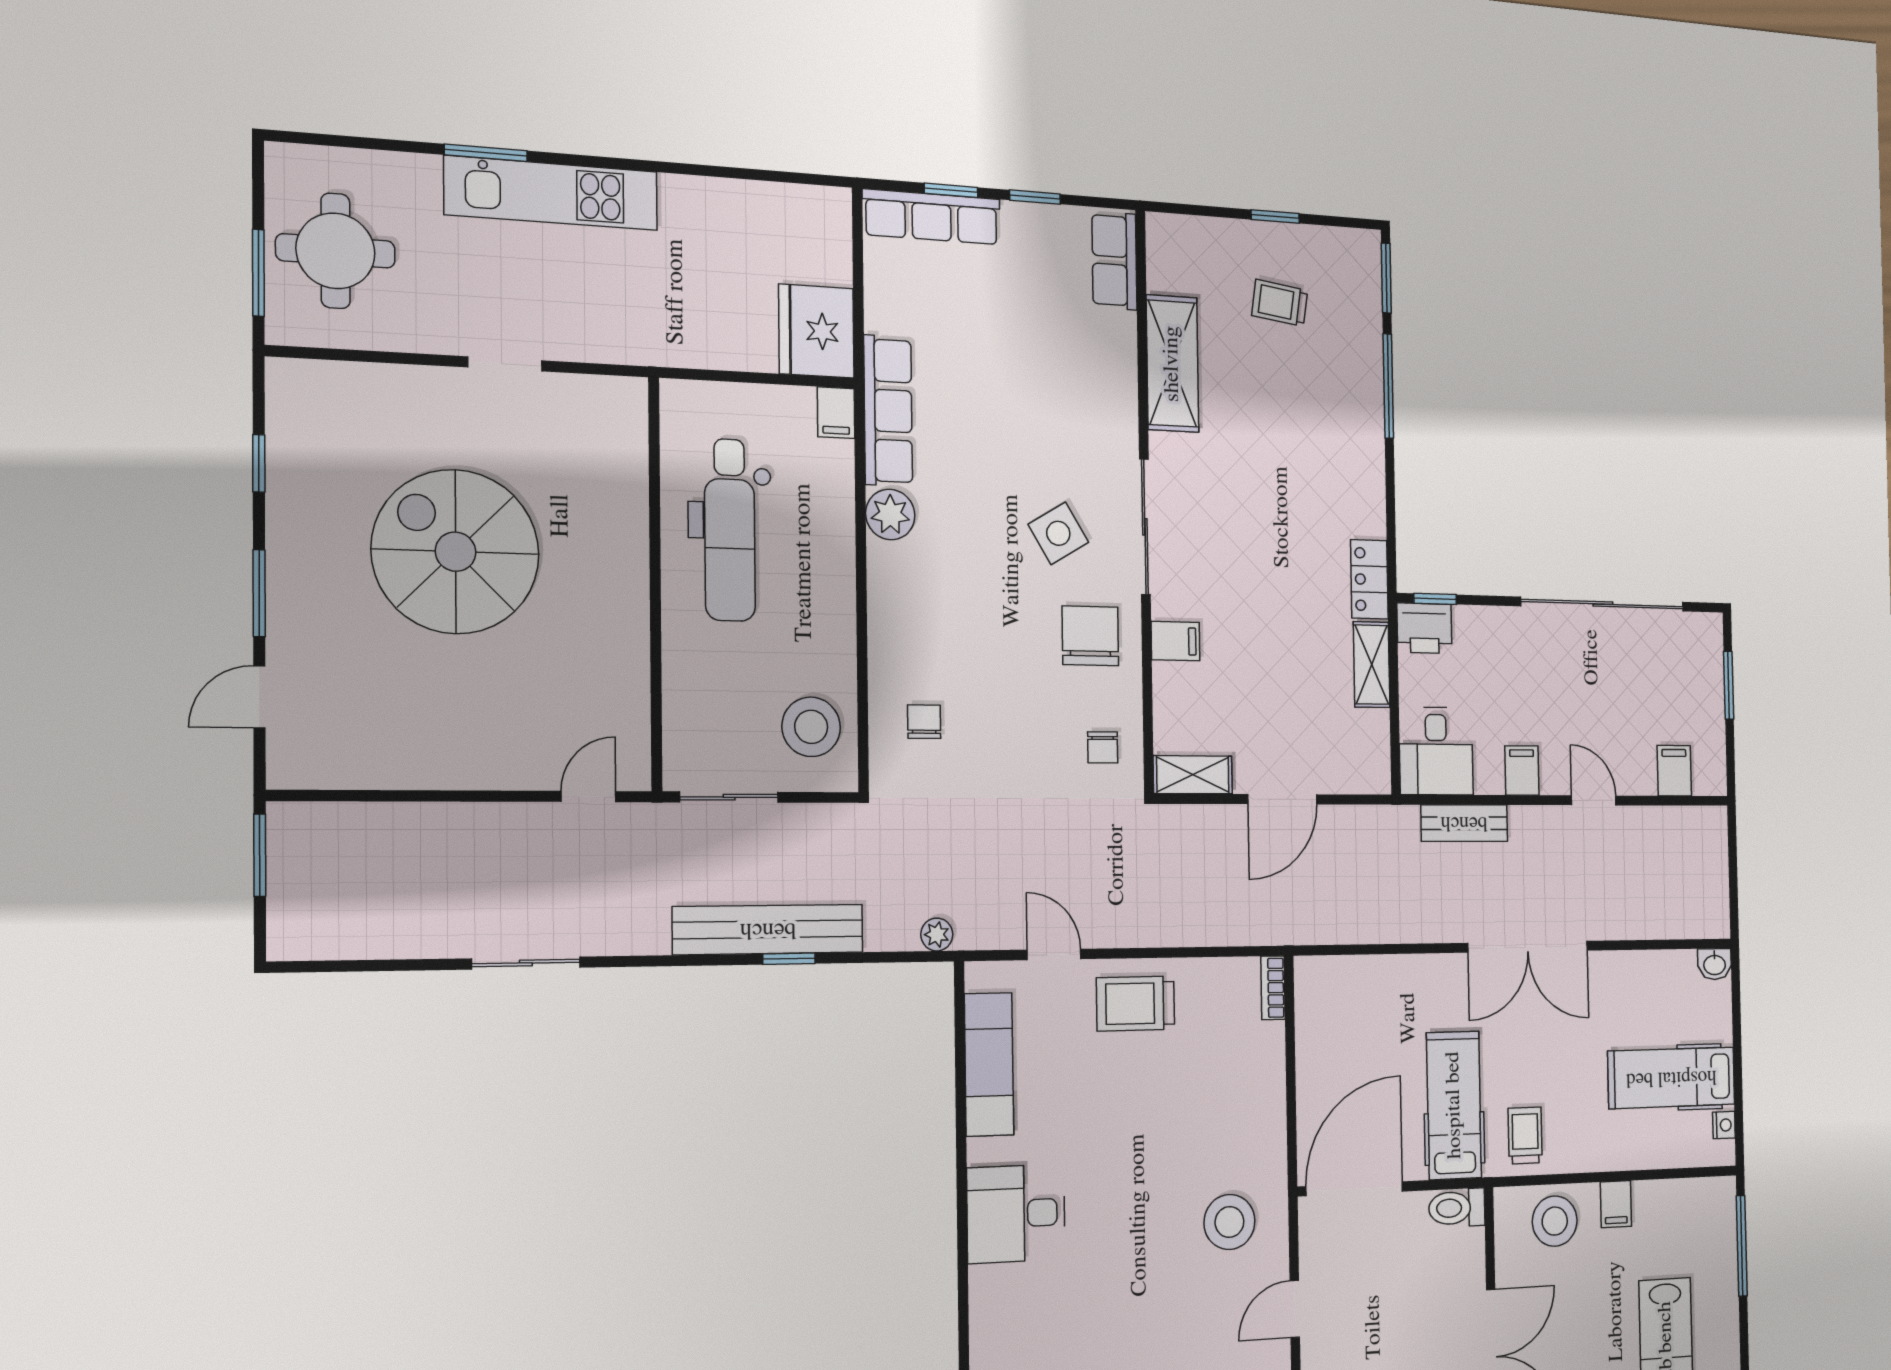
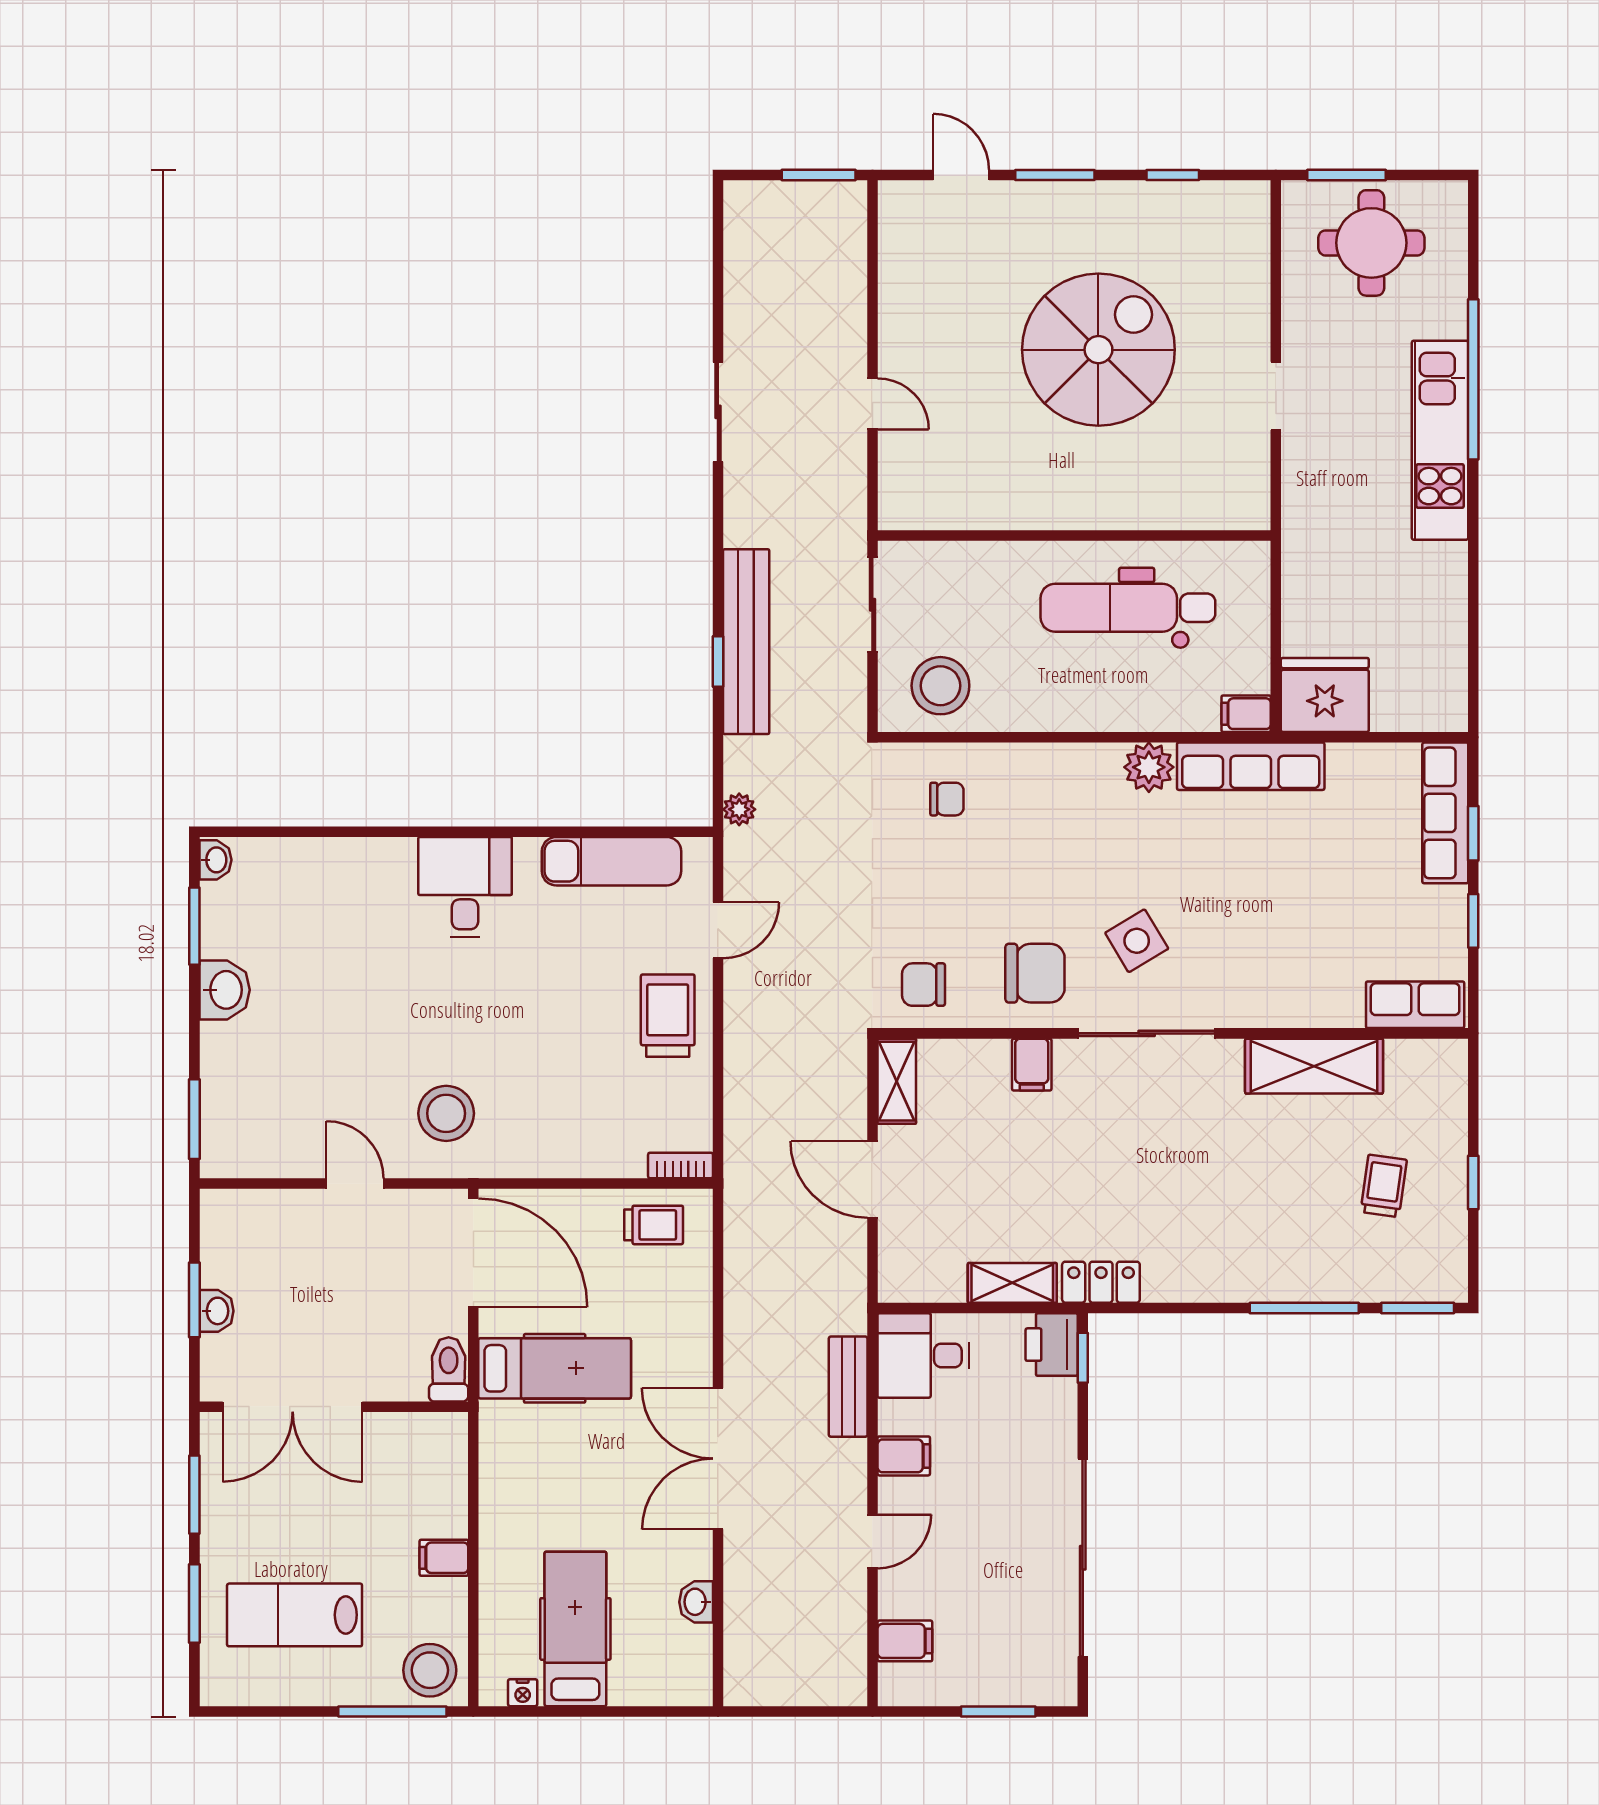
window: (486, 153) -> (1473, 379), width x2.11
chair: (1103, 747) -> (924, 985), width x1.37, depth x1.37
door: (588, 797) -> (872, 404), moved
washbasin: (1715, 964) -> (696, 1602), moved
trolley: (1525, 1135) -> (654, 1225), moved
stool: (1555, 1221) -> (430, 1670), moved

